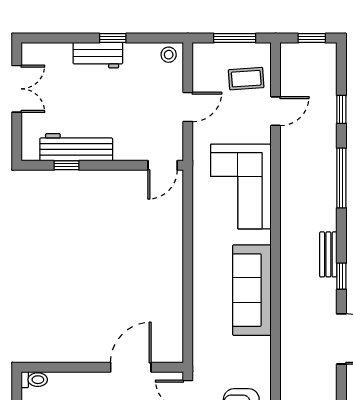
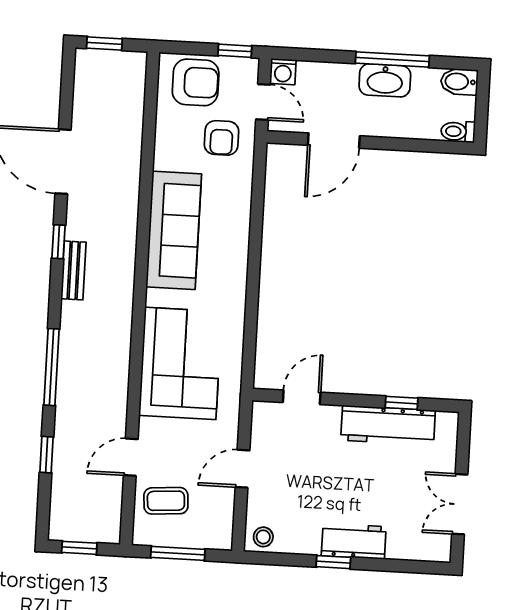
door: (163, 165) -> (302, 397), moved
armchair: (219, 364) -> (222, 138), added

